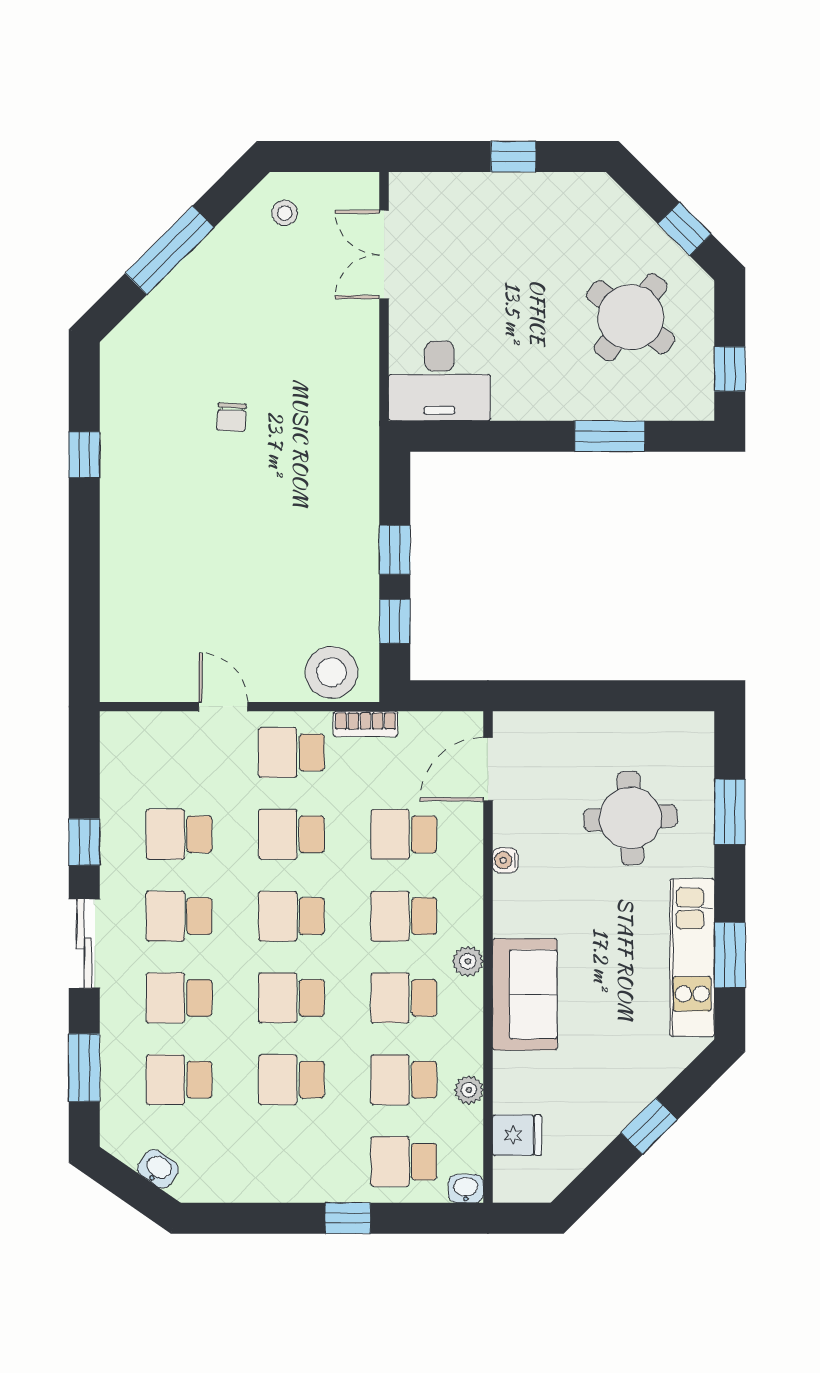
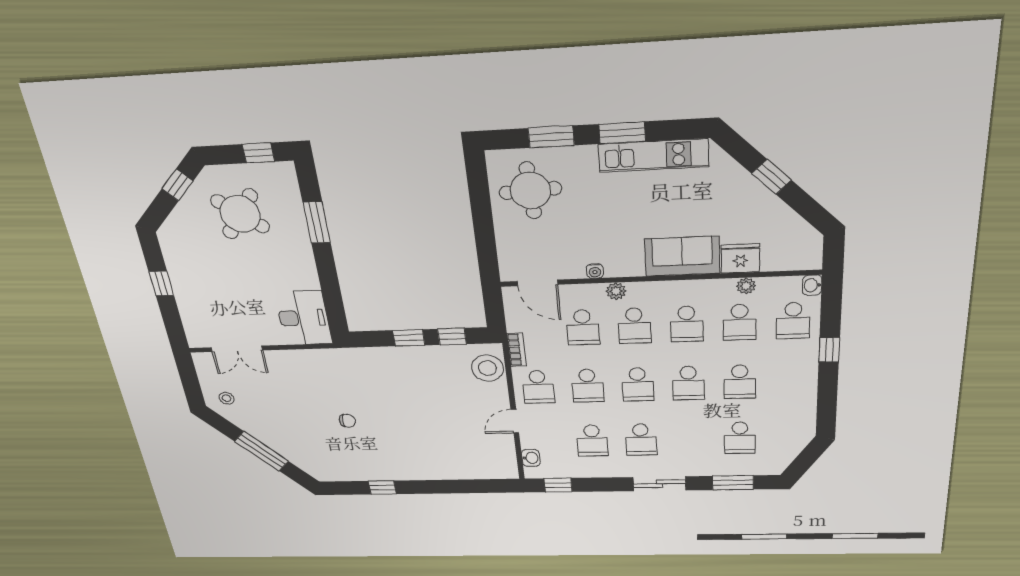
round table: (630, 818) -> (530, 191), moved
window: (84, 842) -> (558, 485), moved
window: (730, 955) -> (622, 133), moved
plant: (468, 961) -> (616, 291), moved
school desk: (179, 998) -> (690, 439), removed
fridge: (517, 1135) -> (740, 258), moved, width x1.38
washbasin: (158, 1169) -> (531, 458), moved, turned 145

